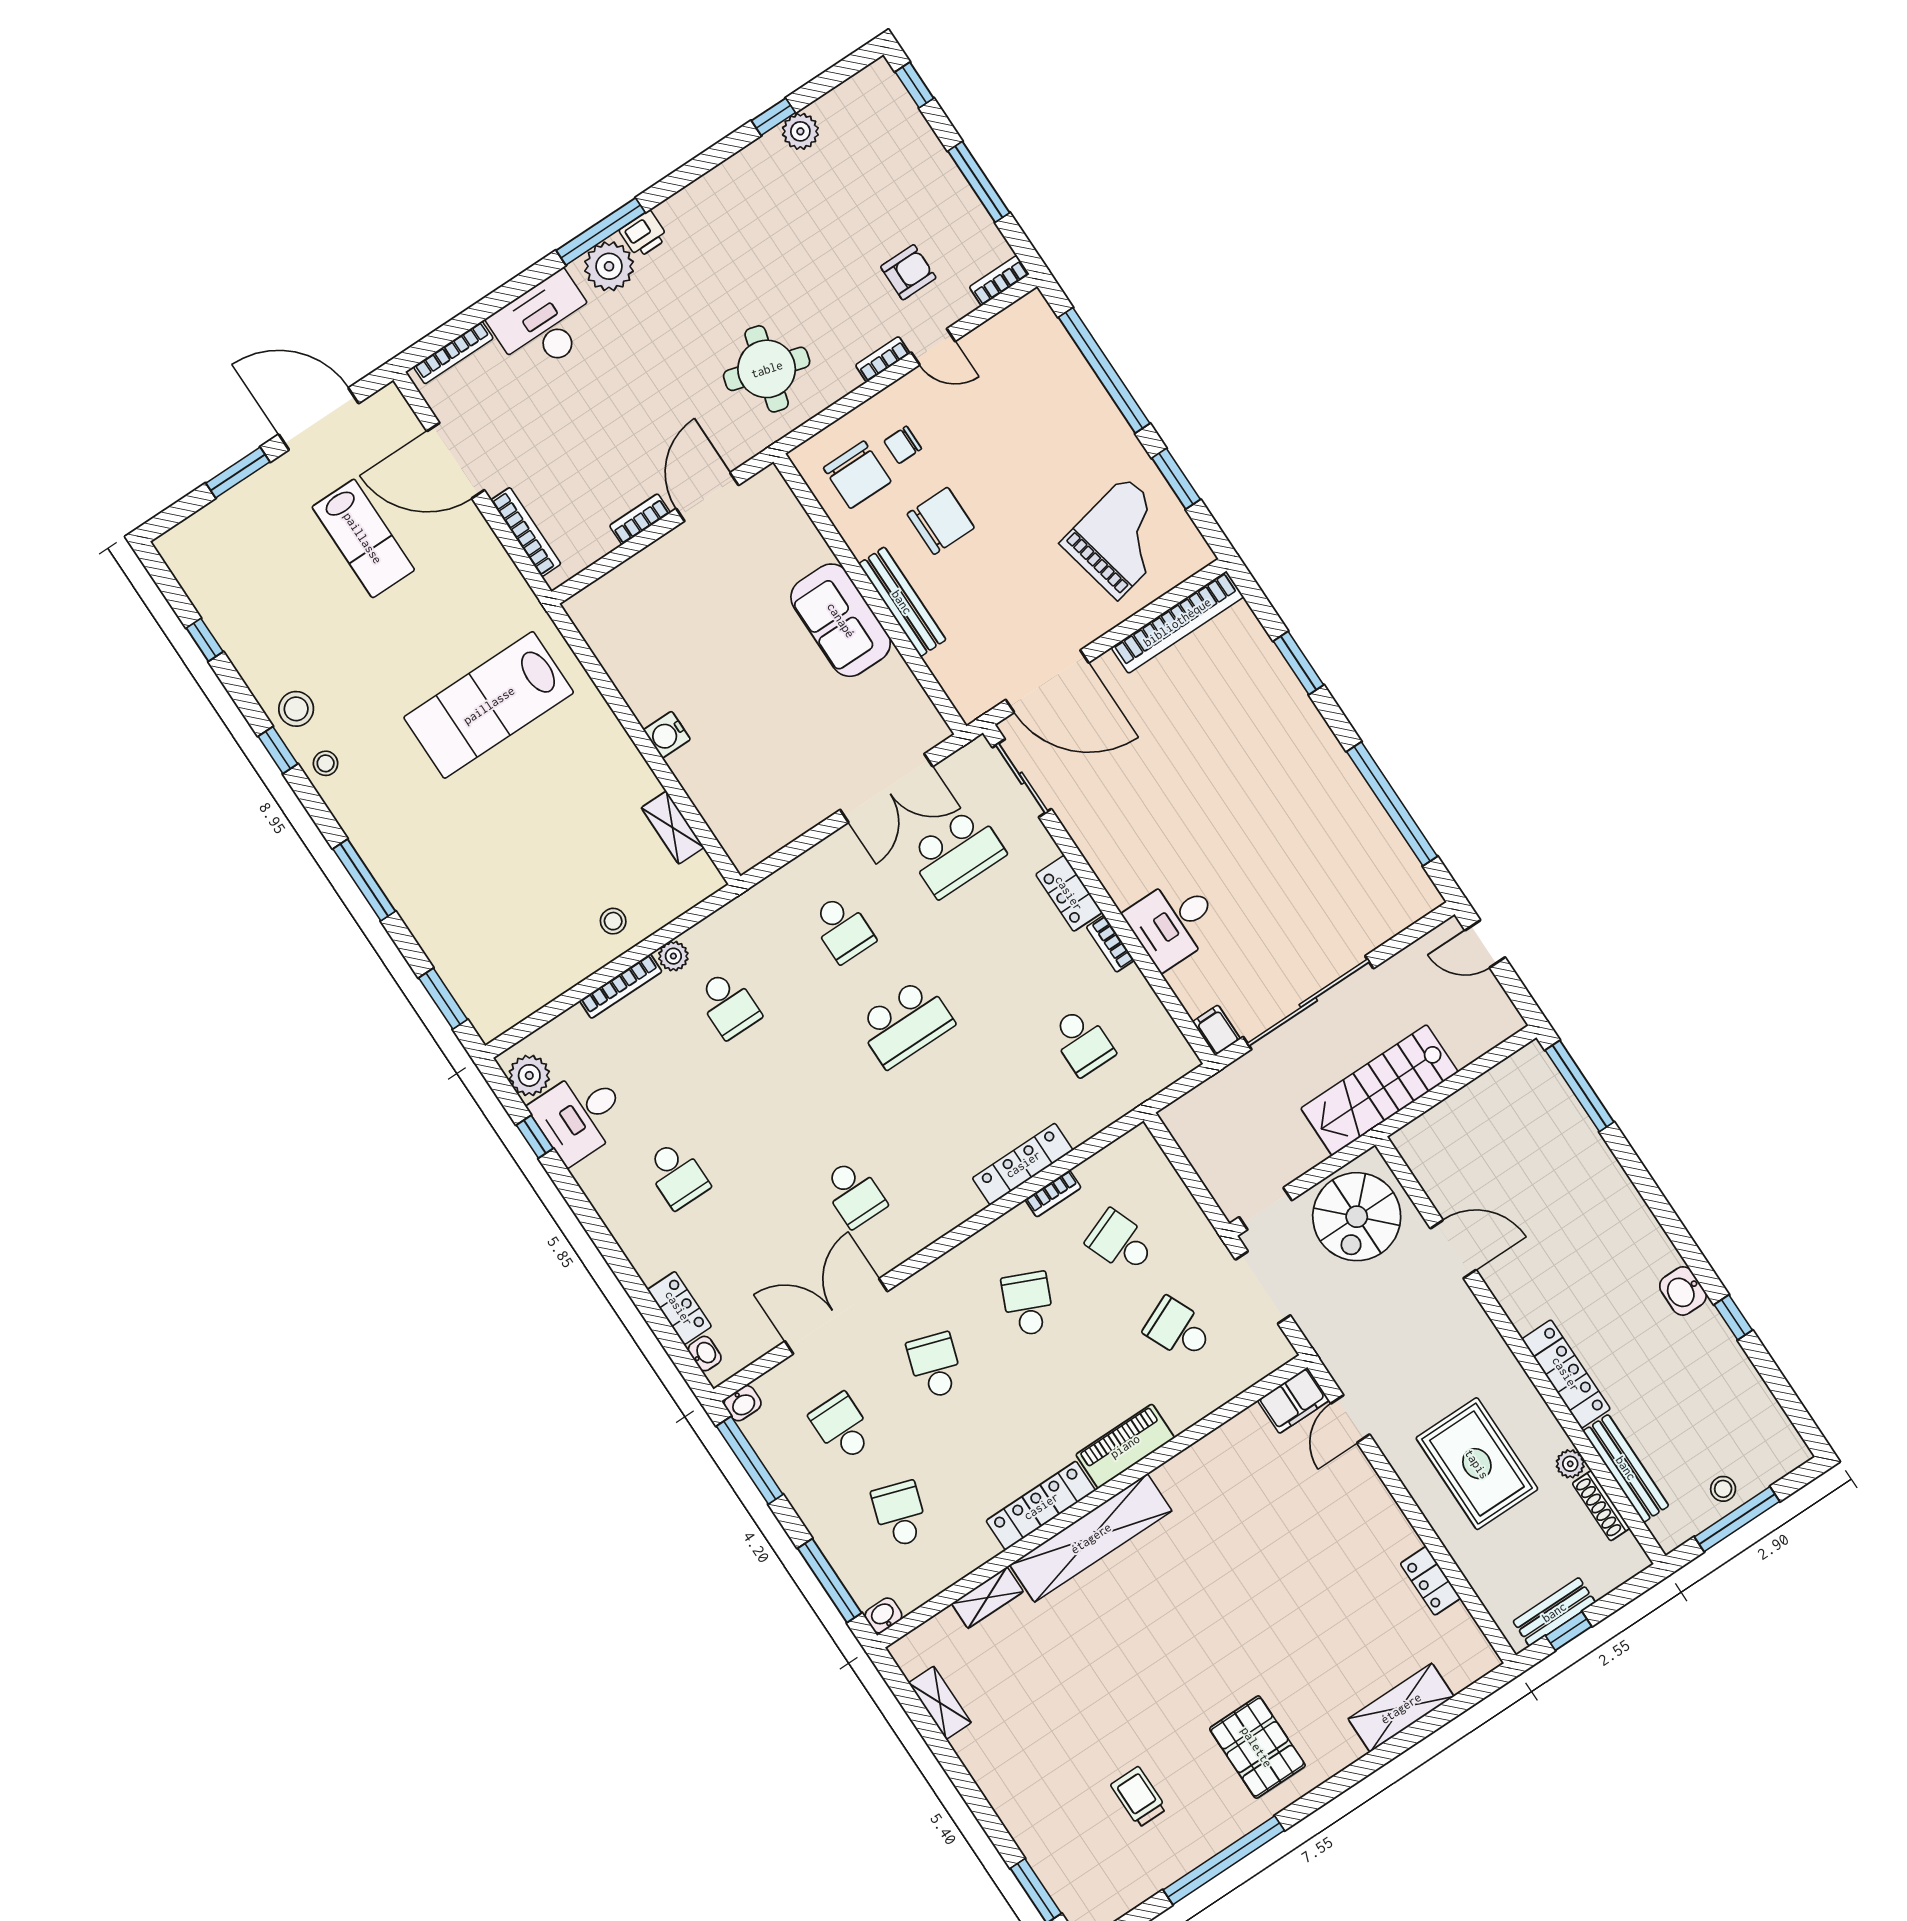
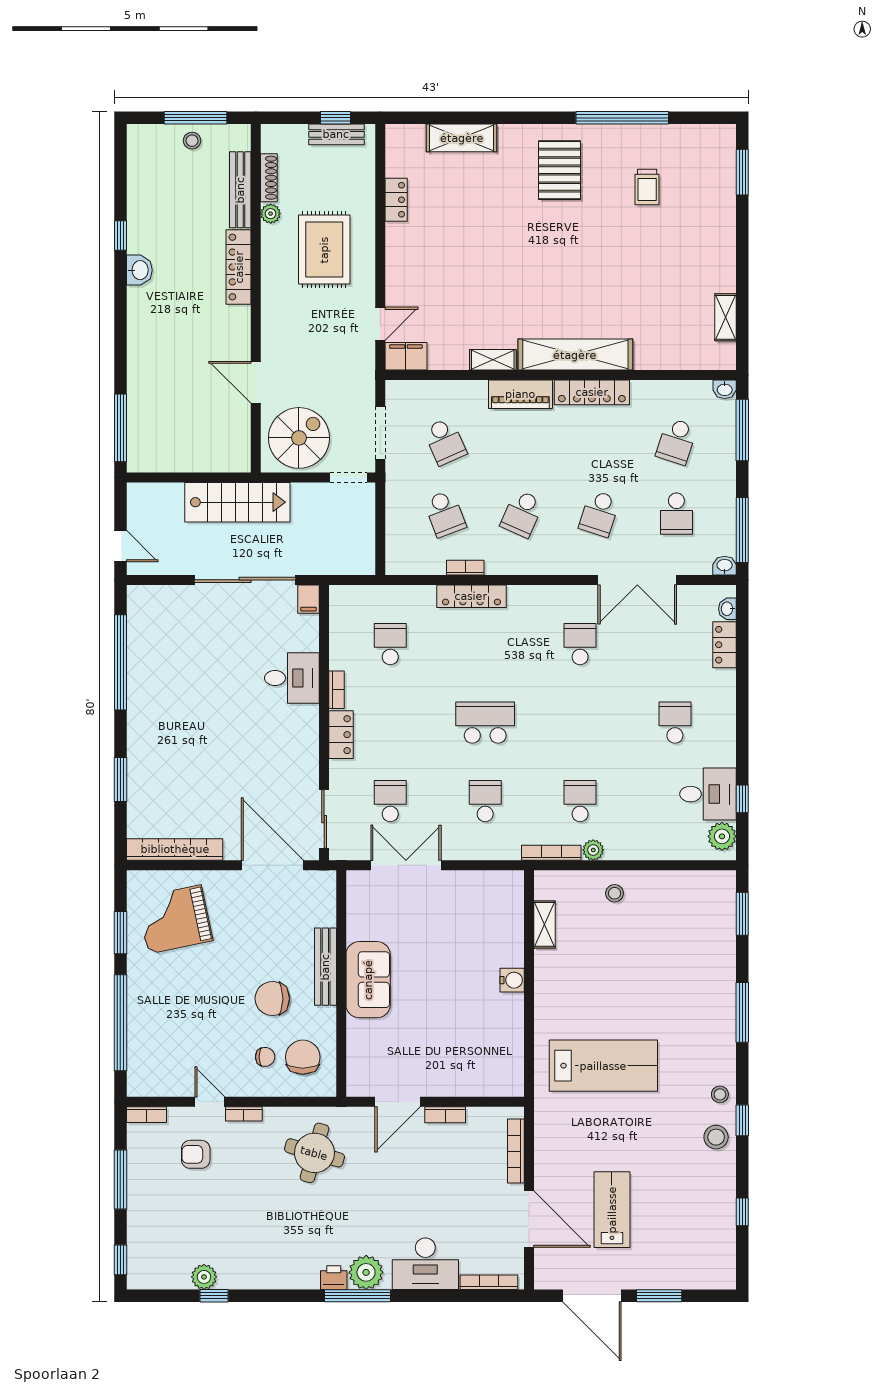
school desk: (957, 853) -> (390, 801), width x0.54
bookcase: (621, 986) -> (551, 853), moved
shelving: (987, 1598) -> (493, 360), moved

